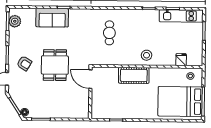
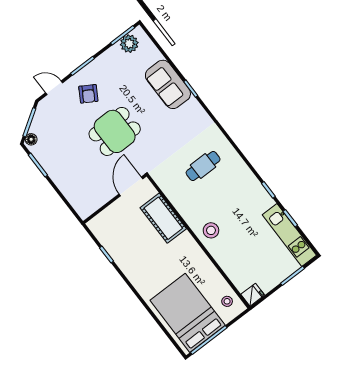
fridge: (181, 60) -> (253, 295), moved
cot: (134, 75) -> (163, 218), moved

